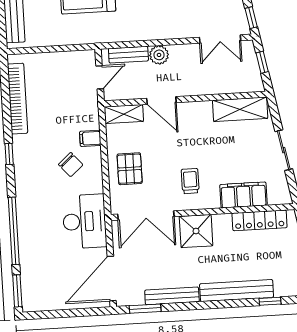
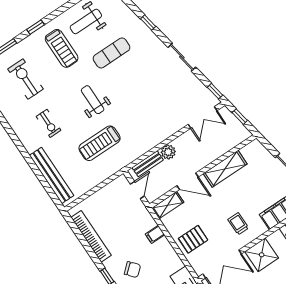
shelving: (240, 109) -> (225, 169), moved
chair: (71, 165) -> (132, 270), moved
pallet: (130, 169) -> (193, 239), turned 90

